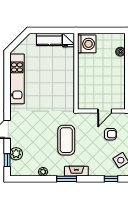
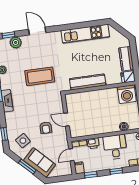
kitchen counter: (68, 83) -> (88, 82), added
coffee table: (66, 140) -> (40, 76), moved

